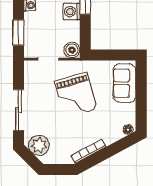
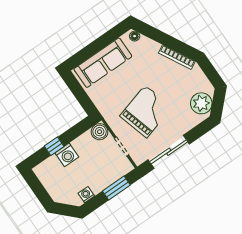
sofa: (124, 83) -> (103, 63), width x1.36
grand piano: (76, 95) -> (146, 112), moved
sliding door: (19, 110) -> (169, 152), moved

